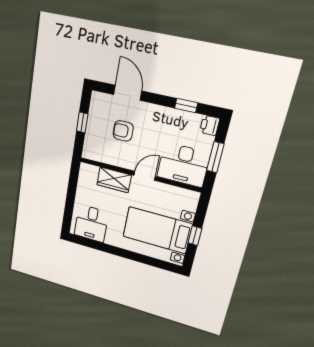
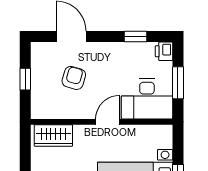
armchair: (123, 131) -> (74, 78), turned 106
wardrobe: (114, 180) -> (53, 135), moved

